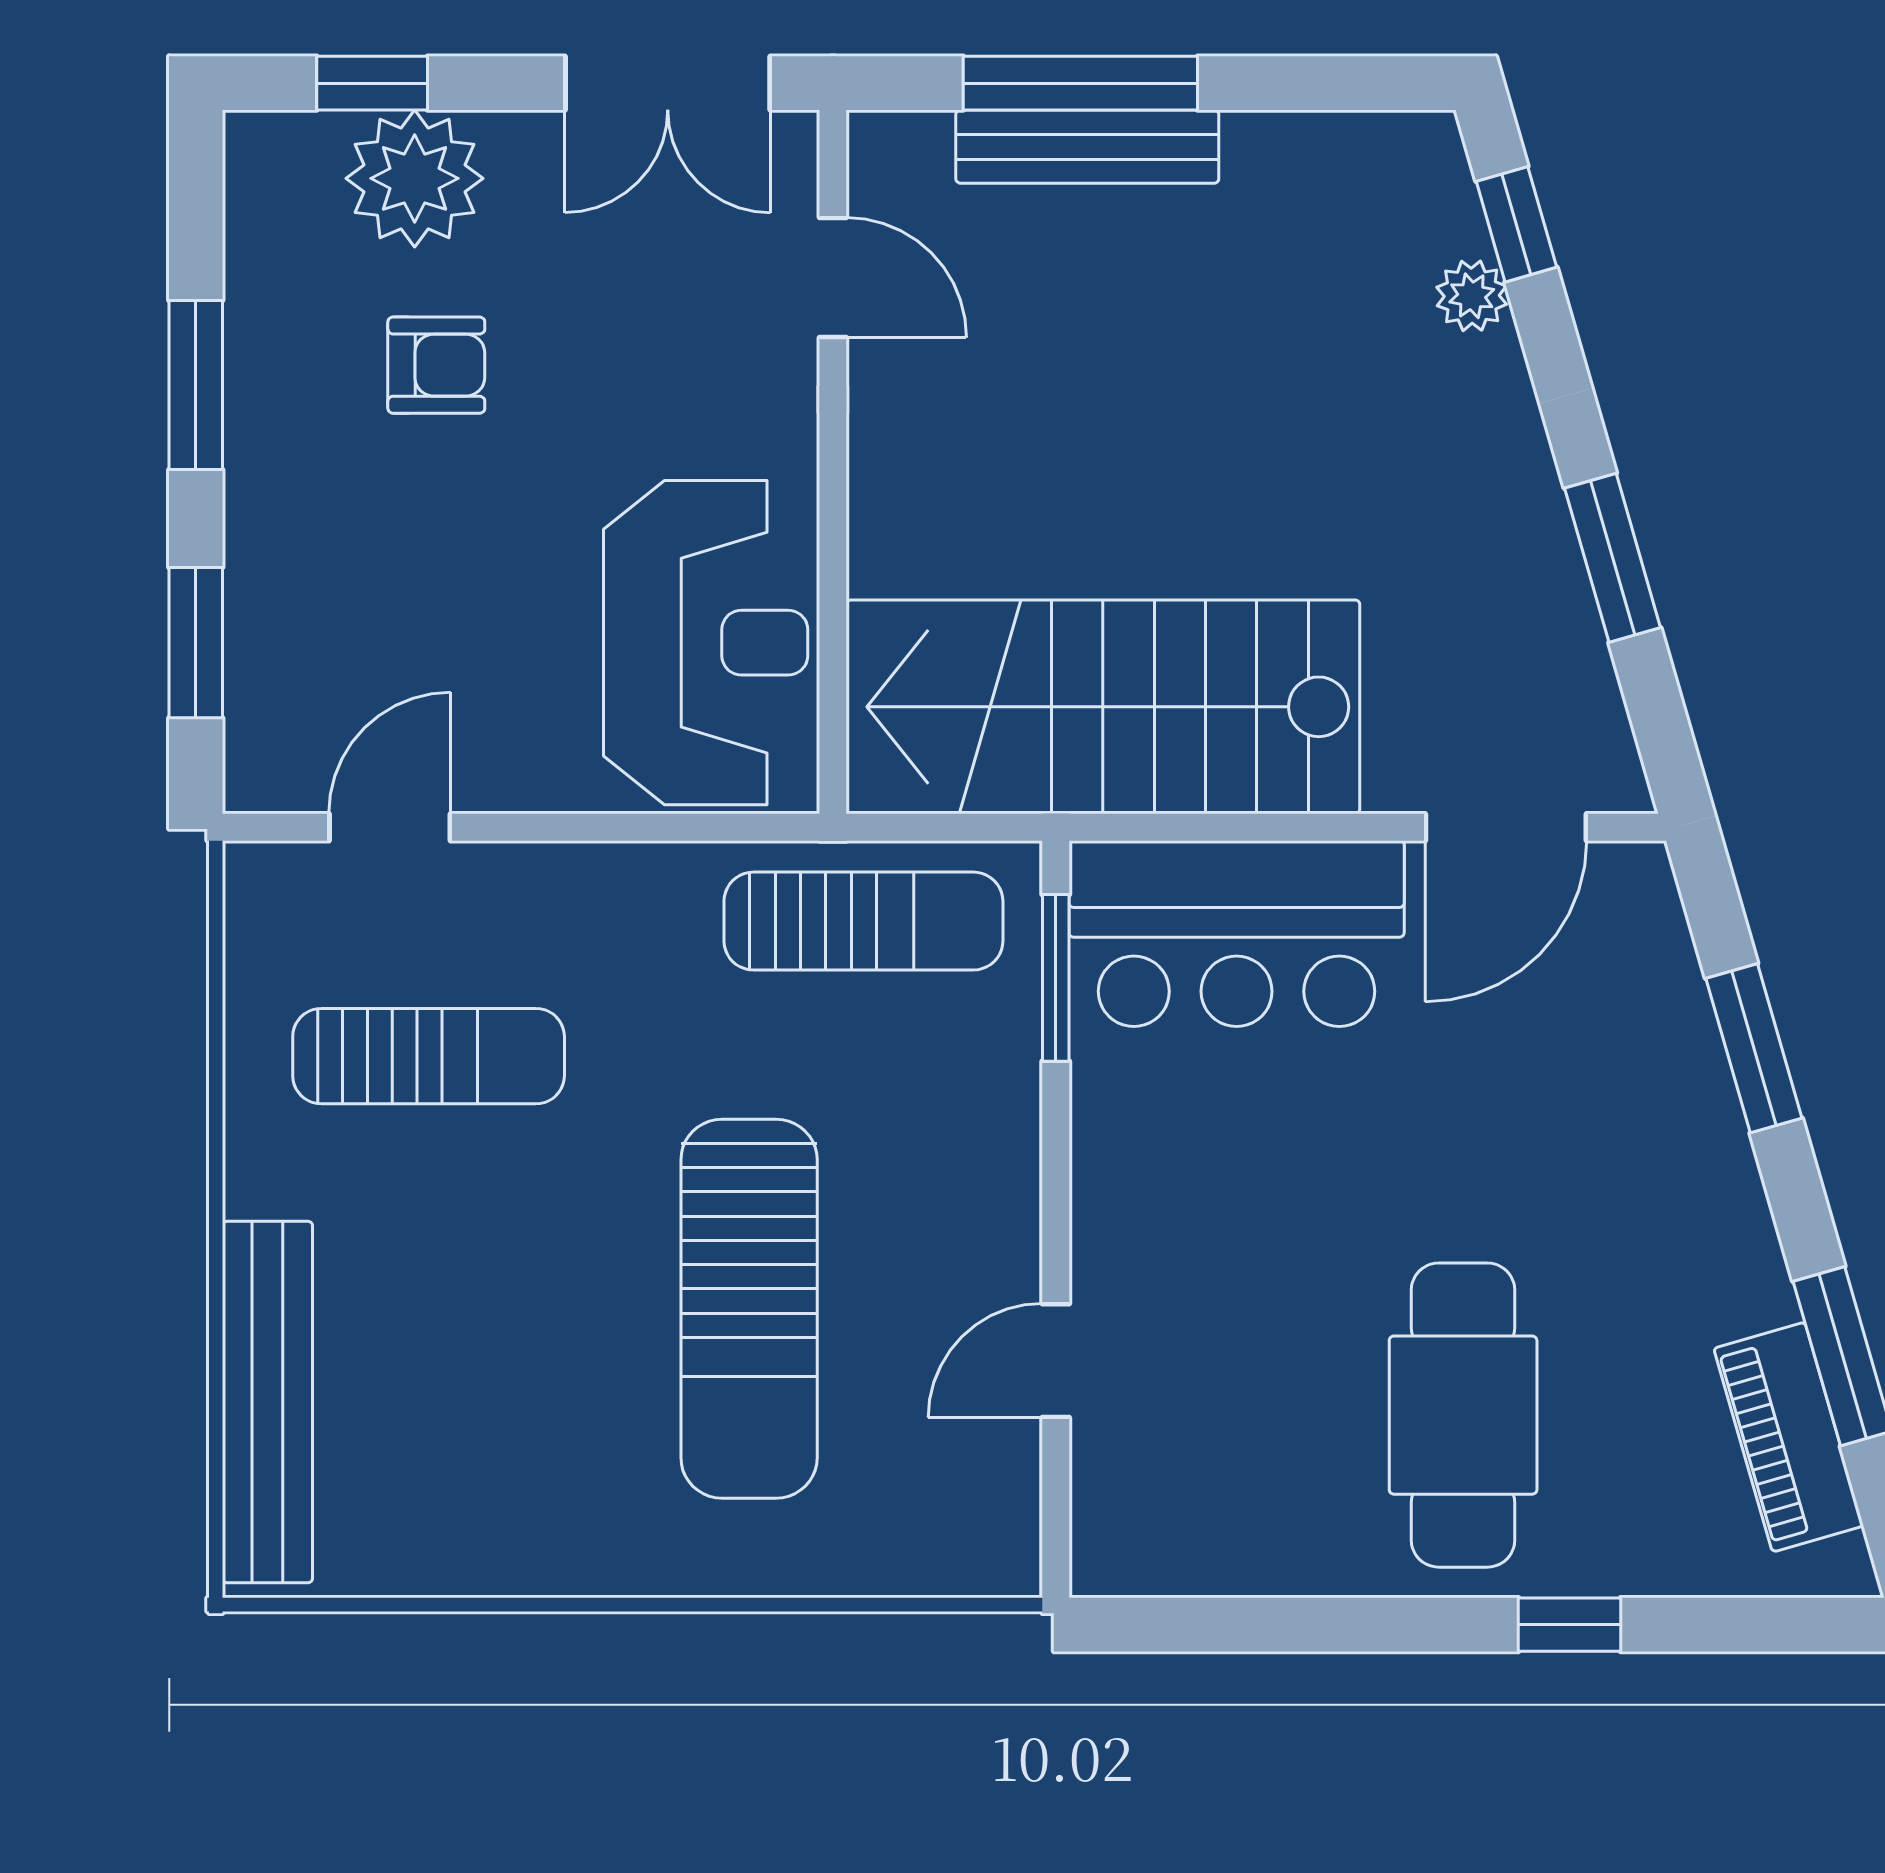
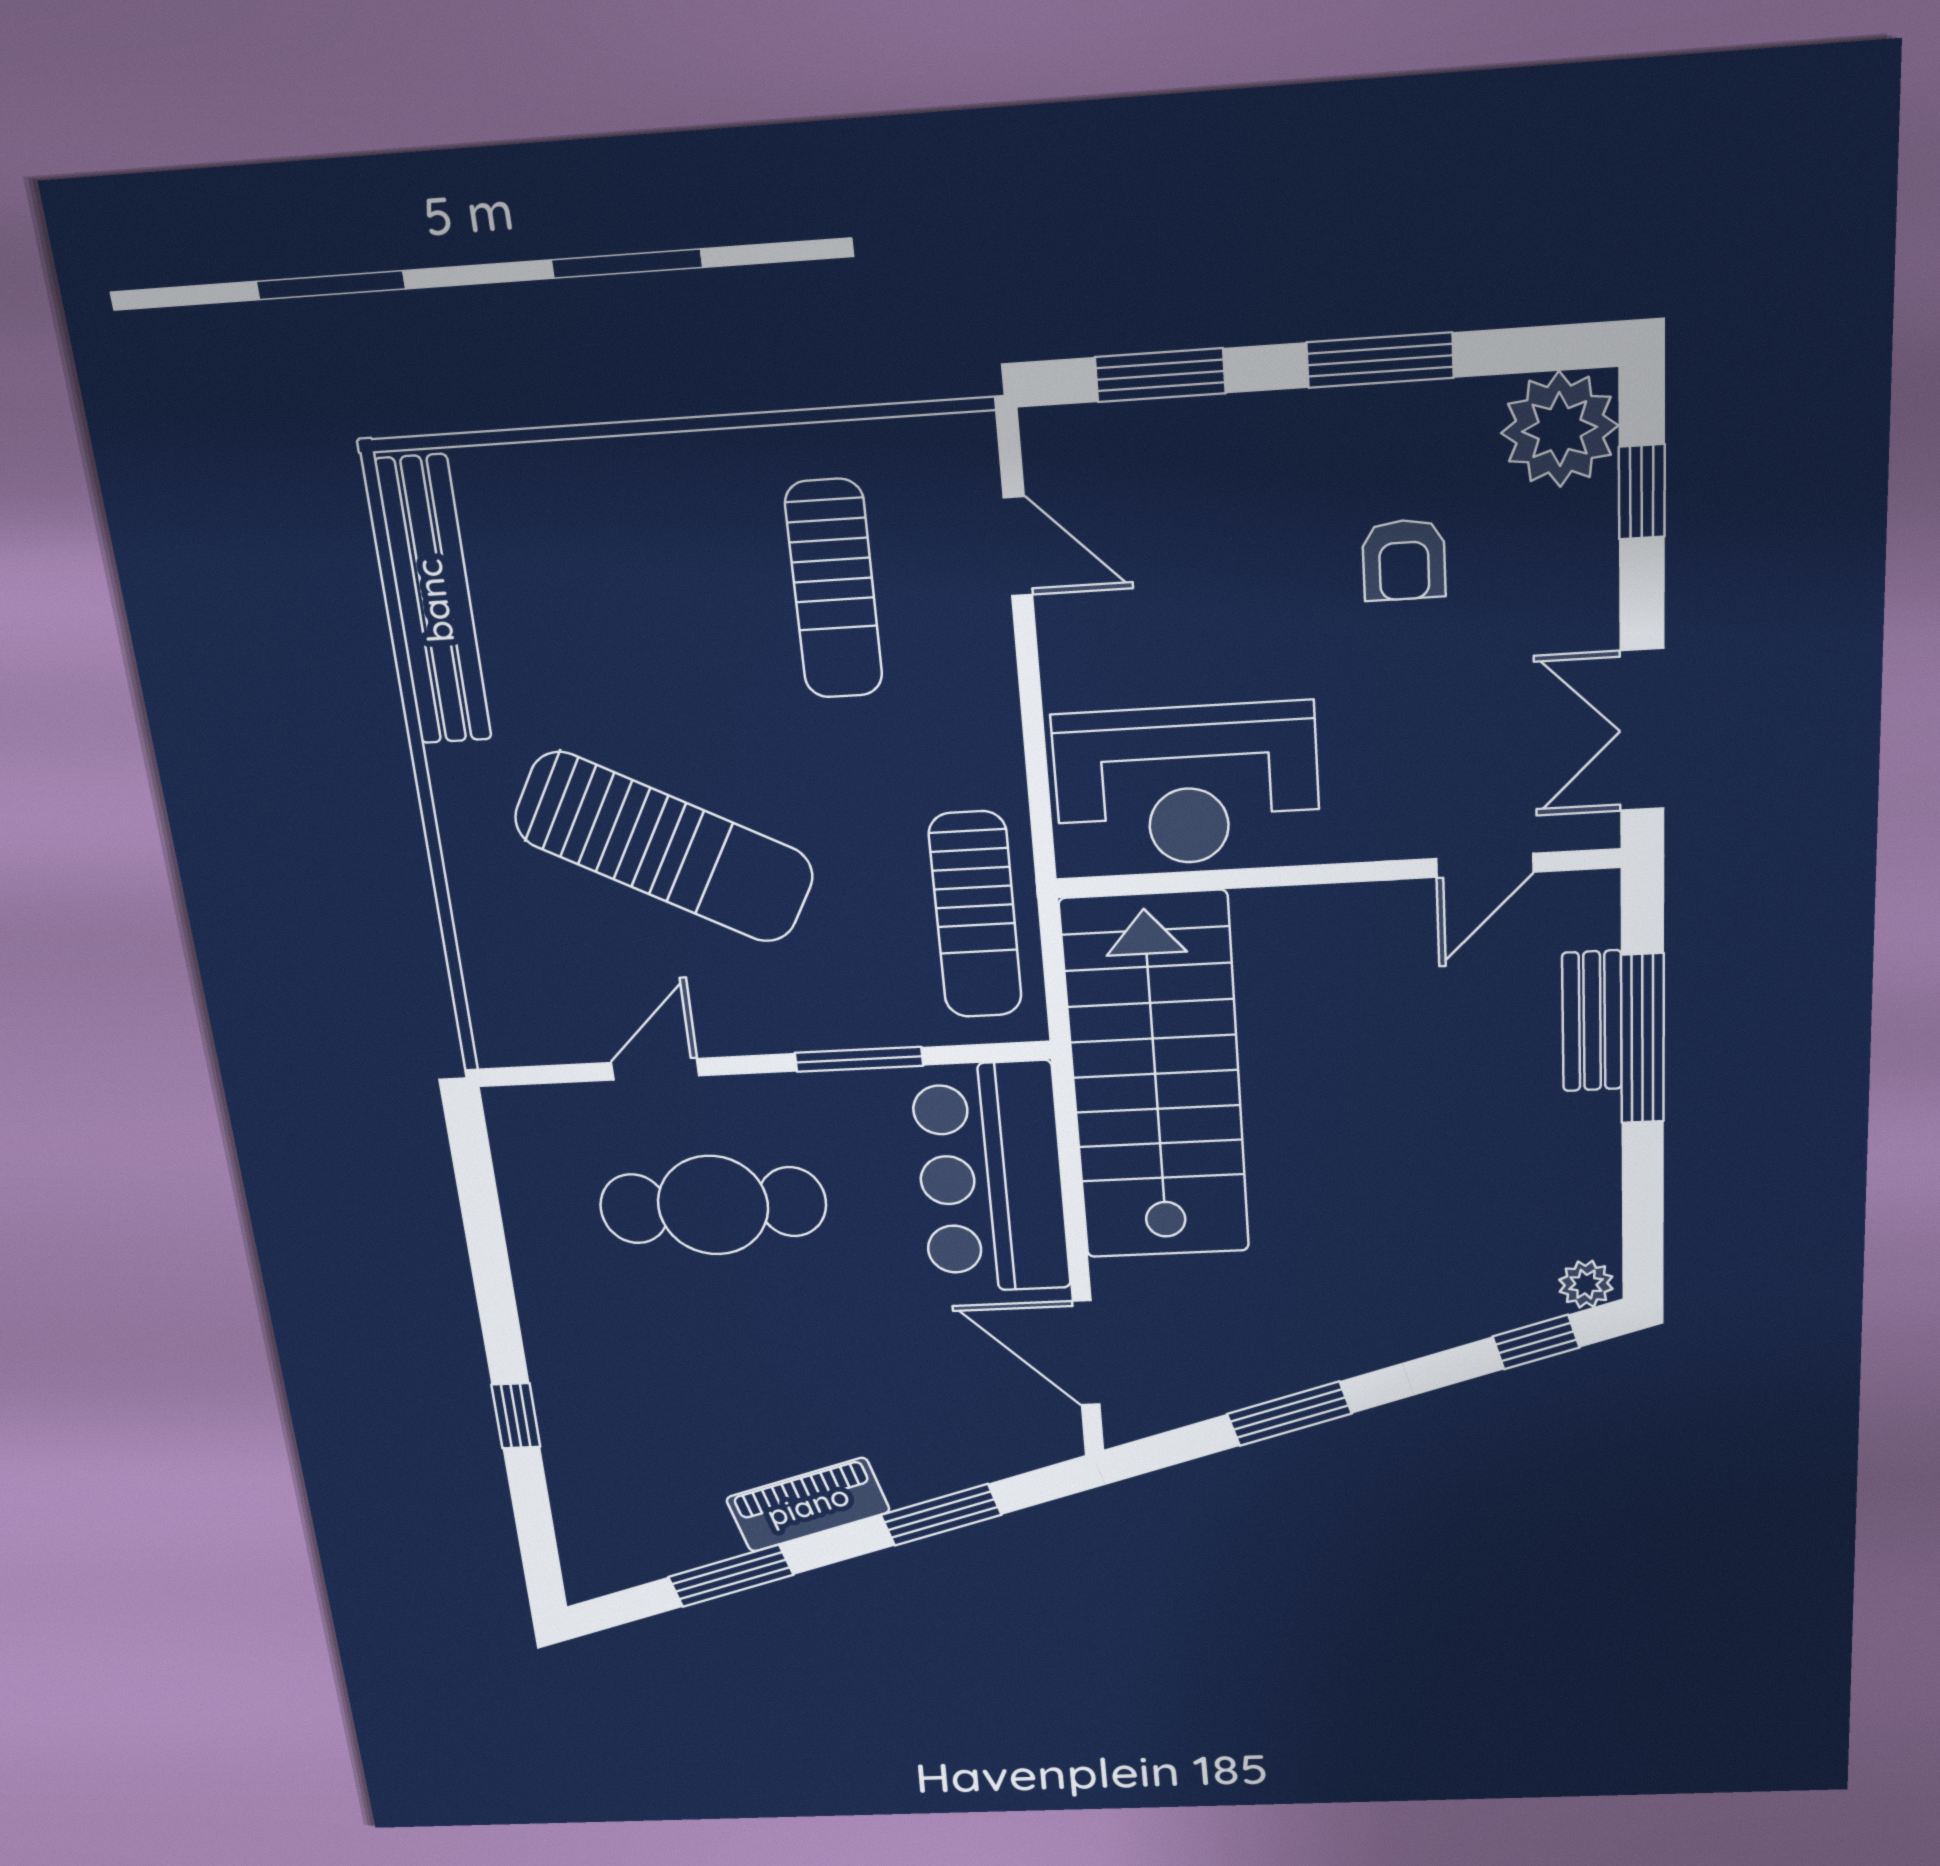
bench: (1087, 147) -> (1592, 1021), width x0.73
plant: (415, 178) -> (1560, 429), moved
plant: (1472, 296) -> (1586, 1284), moved
window: (1056, 978) -> (859, 1059), moved
sun lounger: (749, 1309) -> (664, 847), turned -152
door: (1056, 1361) -> (655, 1069), hinge flipped
bench: (267, 1402) -> (434, 601), moved, turned 90
cafe table: (1463, 1415) -> (713, 1205), moved
piano: (1789, 1437) -> (808, 1505), moved

